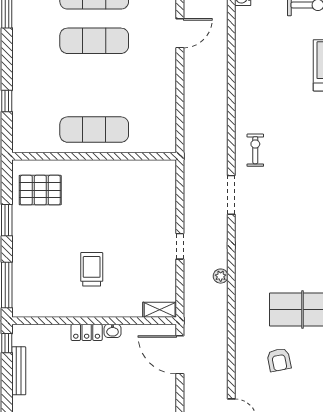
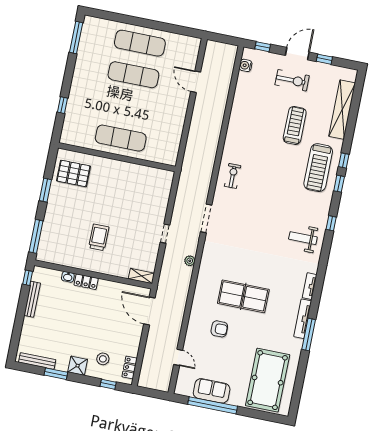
door: (180, 33) -> (196, 82), swing flipped
doorway: (231, 195) -> (206, 218), moved
washbasin: (113, 331) -> (68, 277), moved
armchair: (279, 360) -> (219, 329), turned -79

